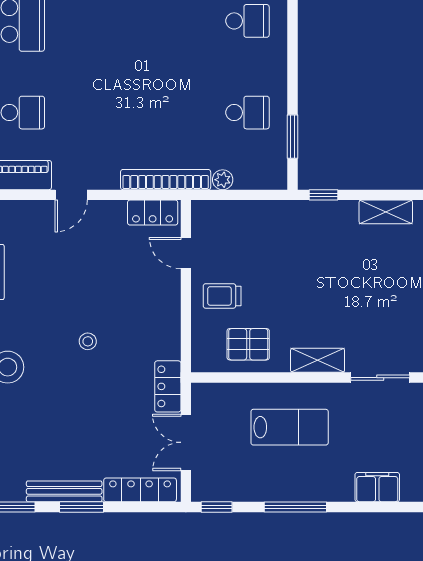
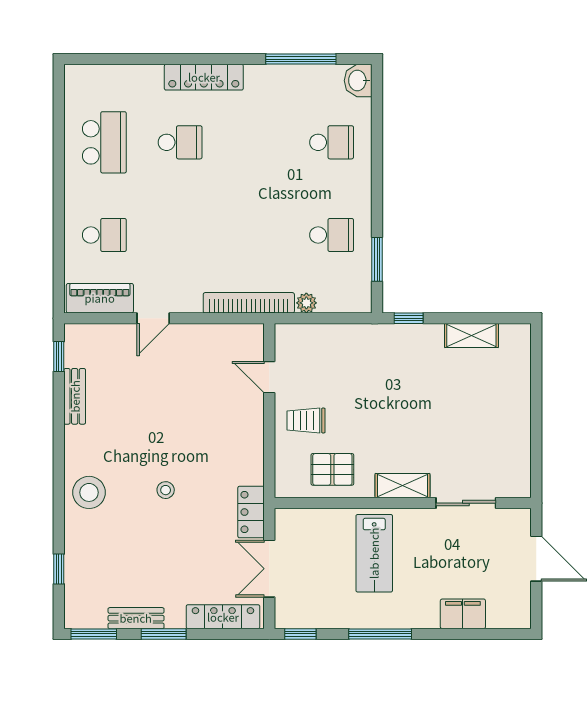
school desk: (98, 21) -> (180, 142), added
locker: (153, 213) -> (236, 336), removed
stool: (88, 341) -> (166, 490), moved
lab bench: (290, 427) -> (374, 553), turned 90
bench: (64, 491) -> (136, 618), width x0.73

